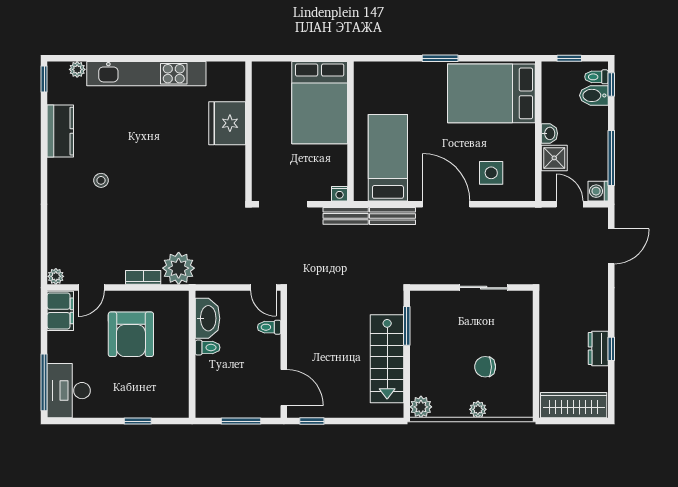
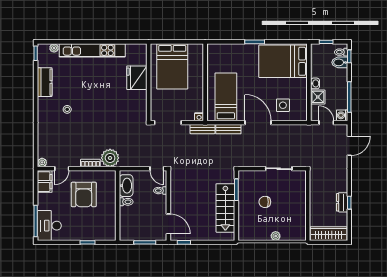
bed: (320, 103) -> (172, 66), moved
chair: (485, 367) -> (265, 202), moved
plant: (421, 407) -> (244, 235), removed

